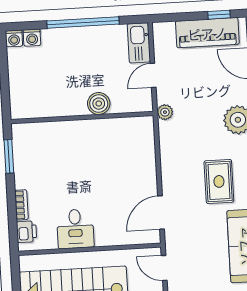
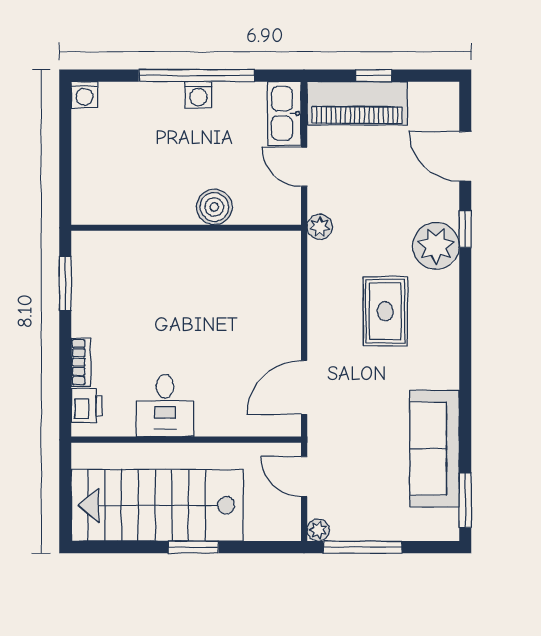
window: (219, 15) -> (374, 76), moved
piano: (207, 33) -> (357, 103), moved
washing machine: (32, 38) -> (198, 95), moved
door: (153, 75) -> (304, 167), hinge flipped
rug: (219, 181) -> (385, 311), moved

